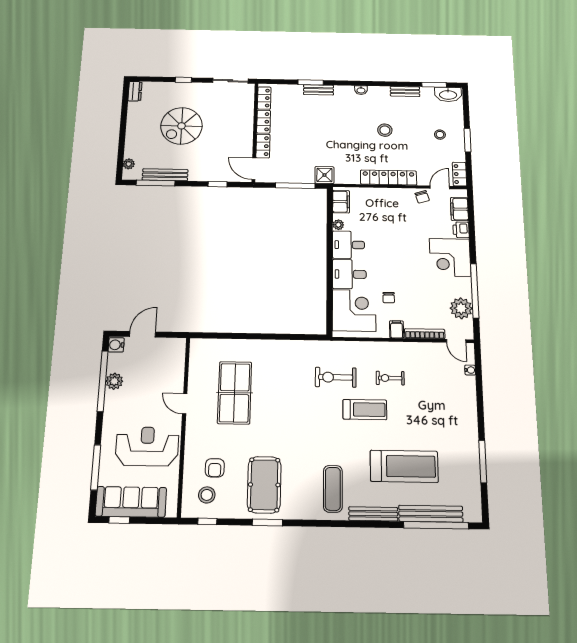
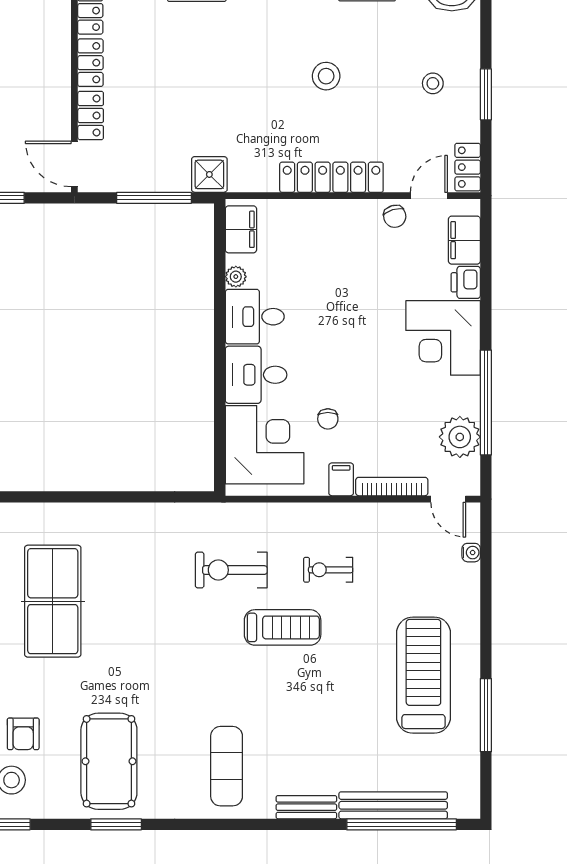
treadmill: (404, 466) -> (423, 675), moved, turned -90
bench: (373, 514) -> (306, 807), width x0.73

